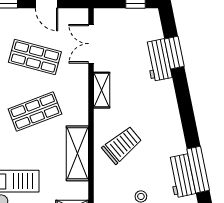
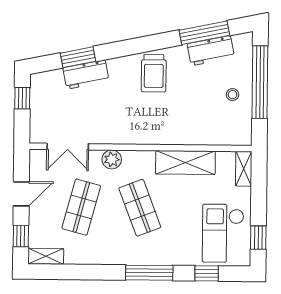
plant: (79, 85) -> (112, 159), added
shelving: (102, 90) -> (118, 136), removed
trolley: (122, 145) -> (154, 73), moved, turned -140

